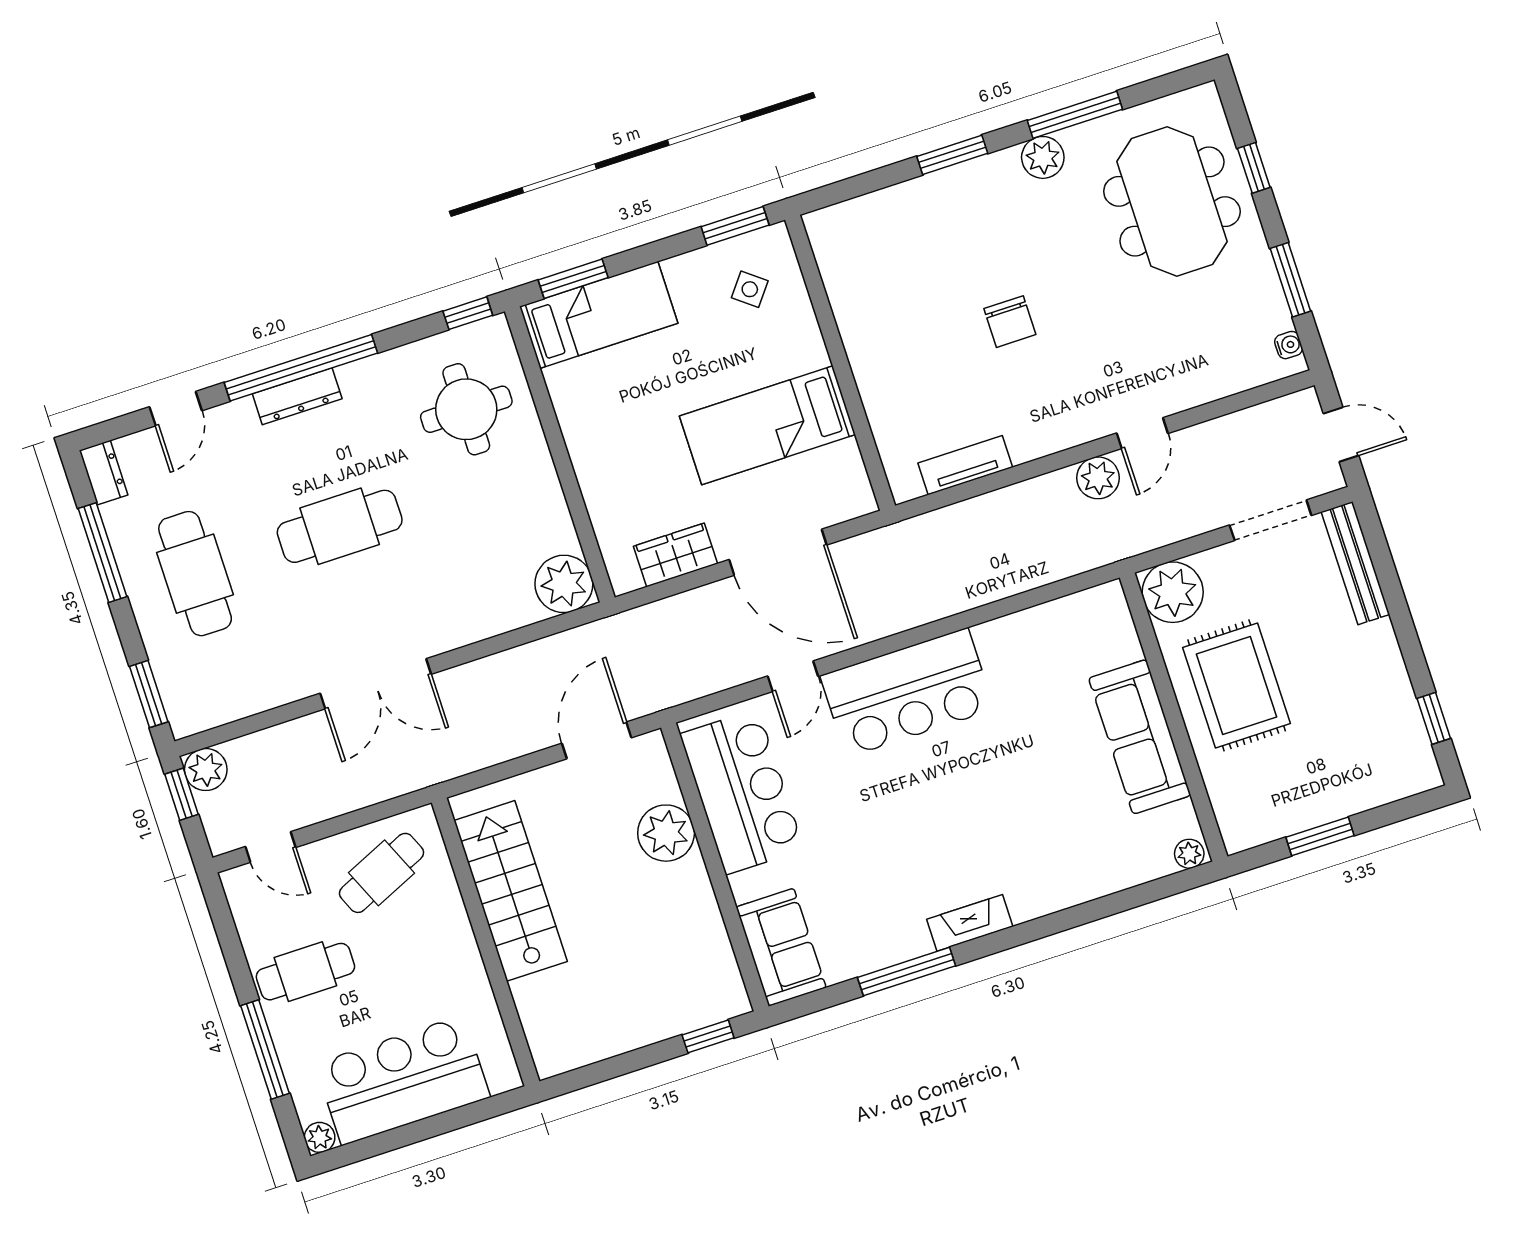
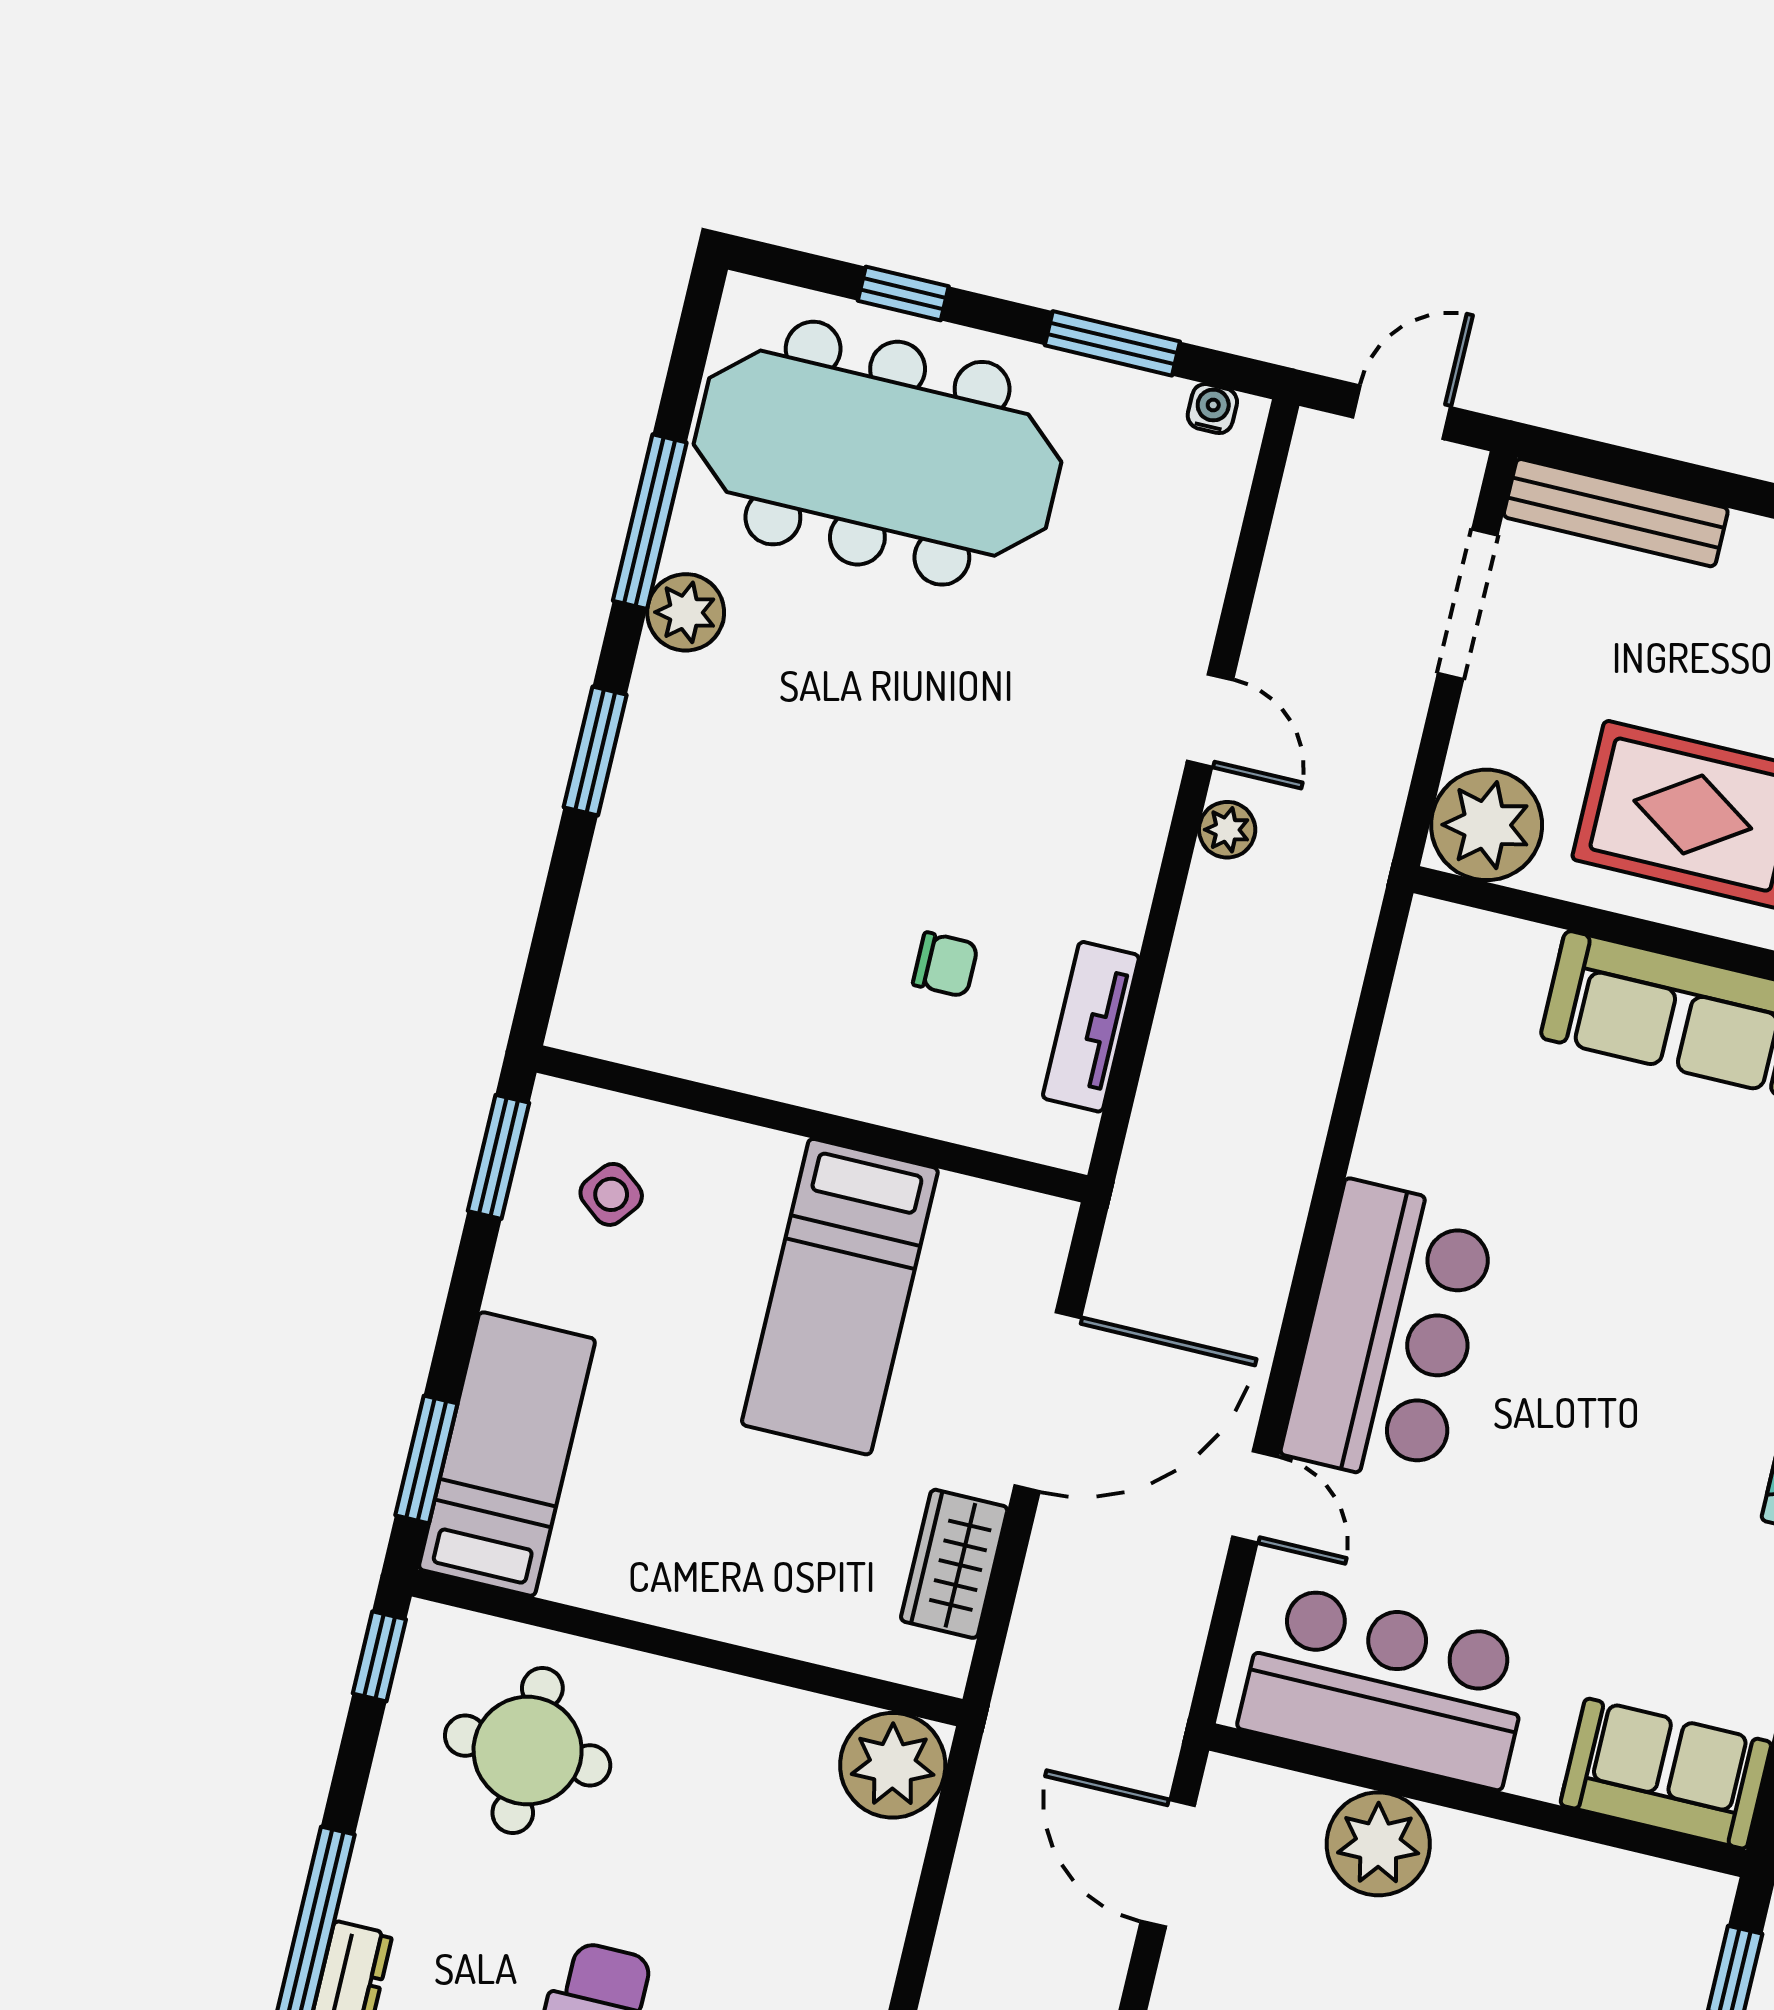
meeting table: (1172, 201) -> (878, 453), width x1.36
chair: (1010, 322) -> (945, 965), moved, width x0.73, depth x0.73
plant: (1098, 478) -> (1227, 830), width x0.73, depth x0.73

